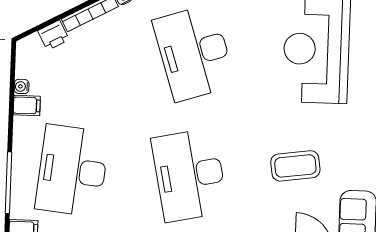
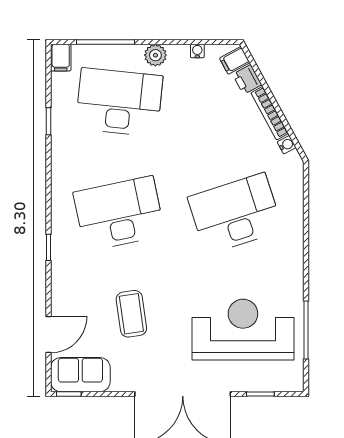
filing cabinet: (27, 105) -> (235, 60), moved, turned 61
plant: (24, 131) -> (155, 55), added

